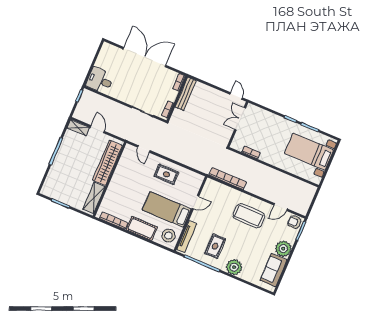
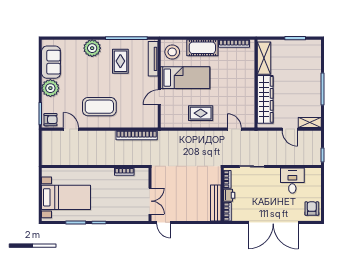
armchair: (107, 55) -> (312, 209), added
desk: (100, 80) -> (292, 181), moved, turned -90
printer: (172, 95) -> (229, 195), added
door: (281, 207) -> (71, 129), hinge flipped

